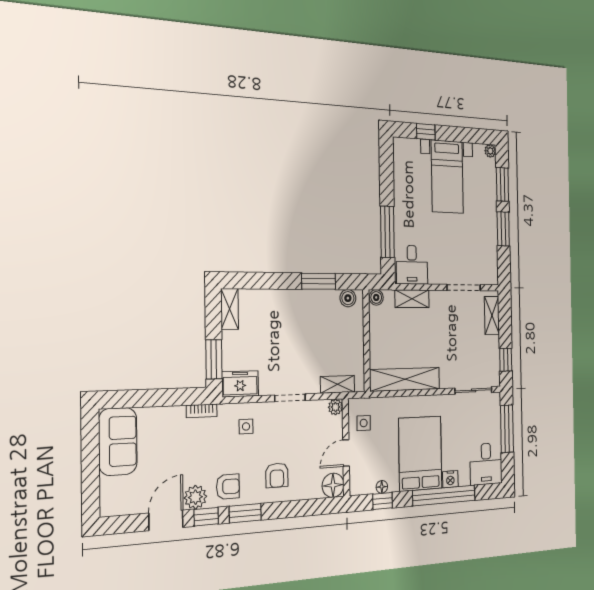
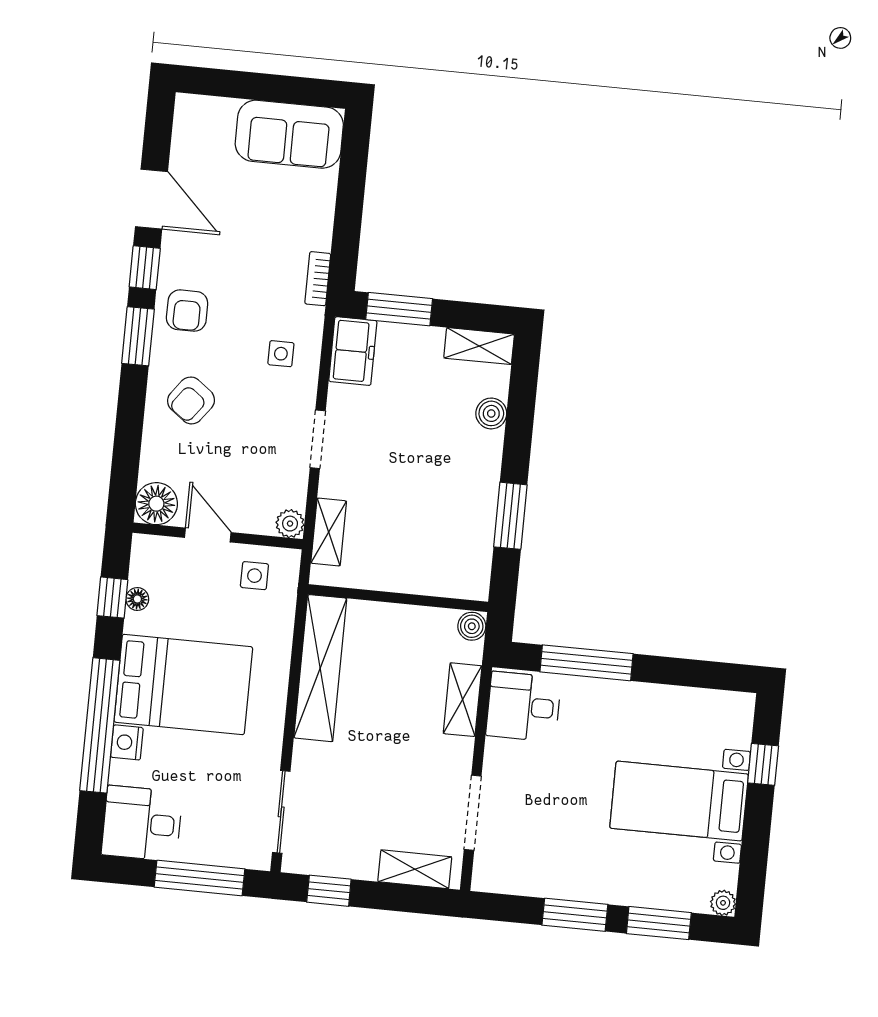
boiler: (348, 298) -> (491, 413), moved
armchair: (277, 475) -> (191, 400), turned -53
plant: (195, 497) -> (180, 253), removed

